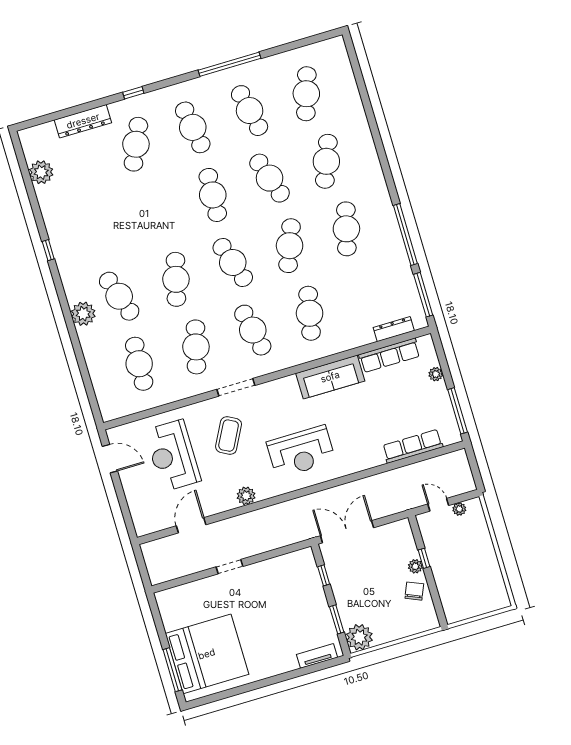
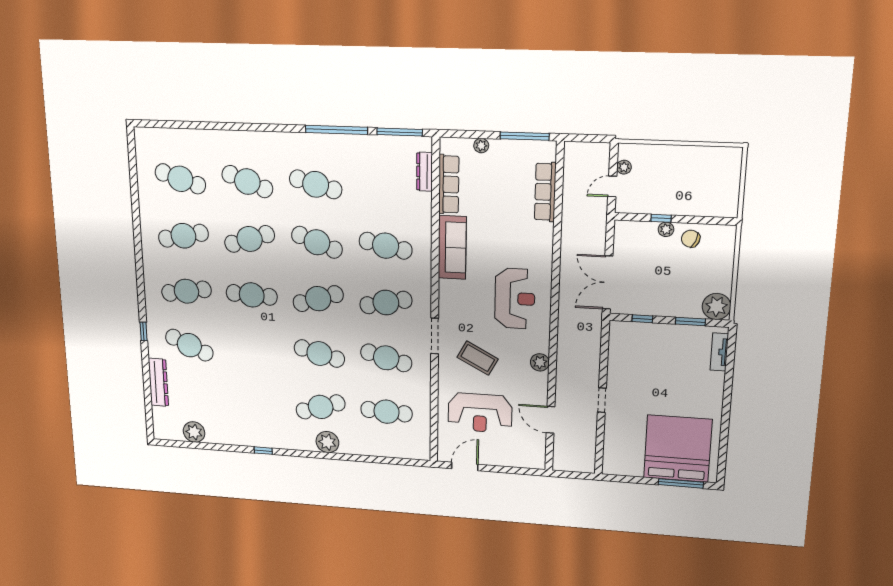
window: (230, 64) -> (138, 239), removed

